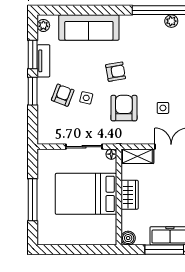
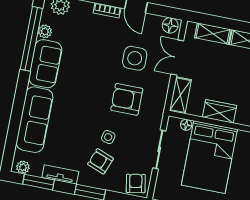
sofa: (142, 27) -> (45, 64), added
window: (33, 55) -> (39, 182), moved
armchair: (116, 72) -> (136, 183), moved
side table: (163, 108) -> (135, 58), width x1.87, depth x1.87
floor lamp: (111, 154) -> (186, 125), moved

